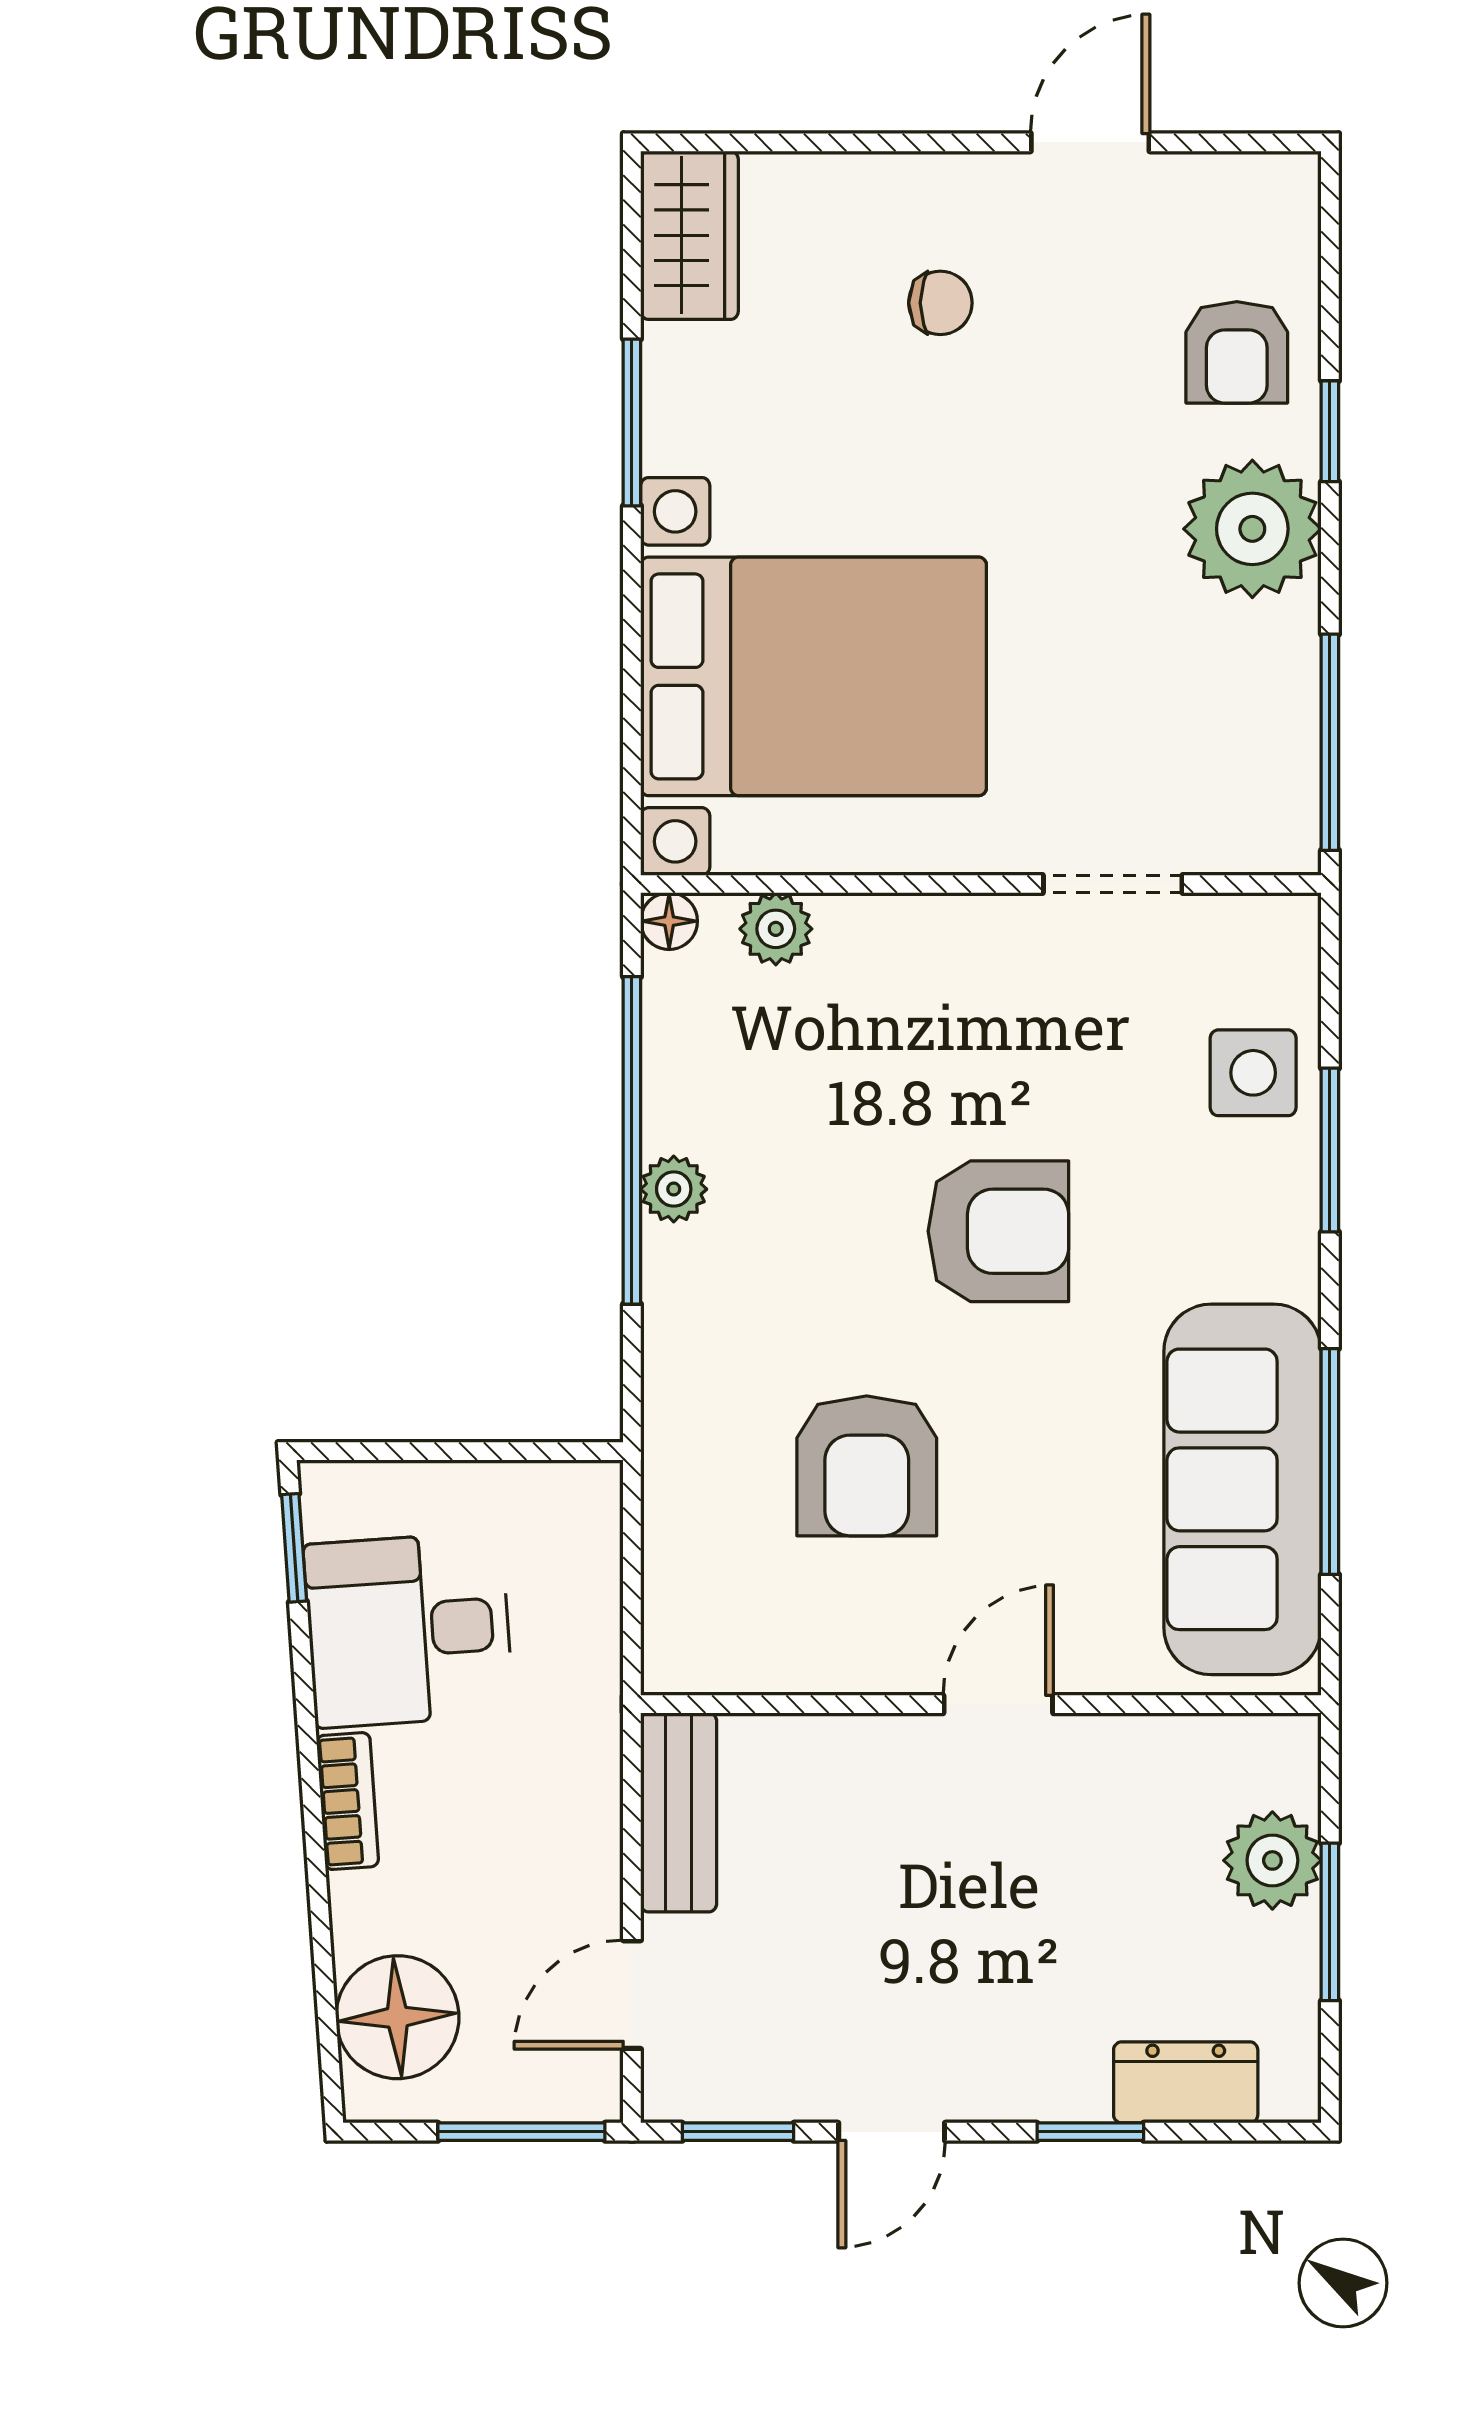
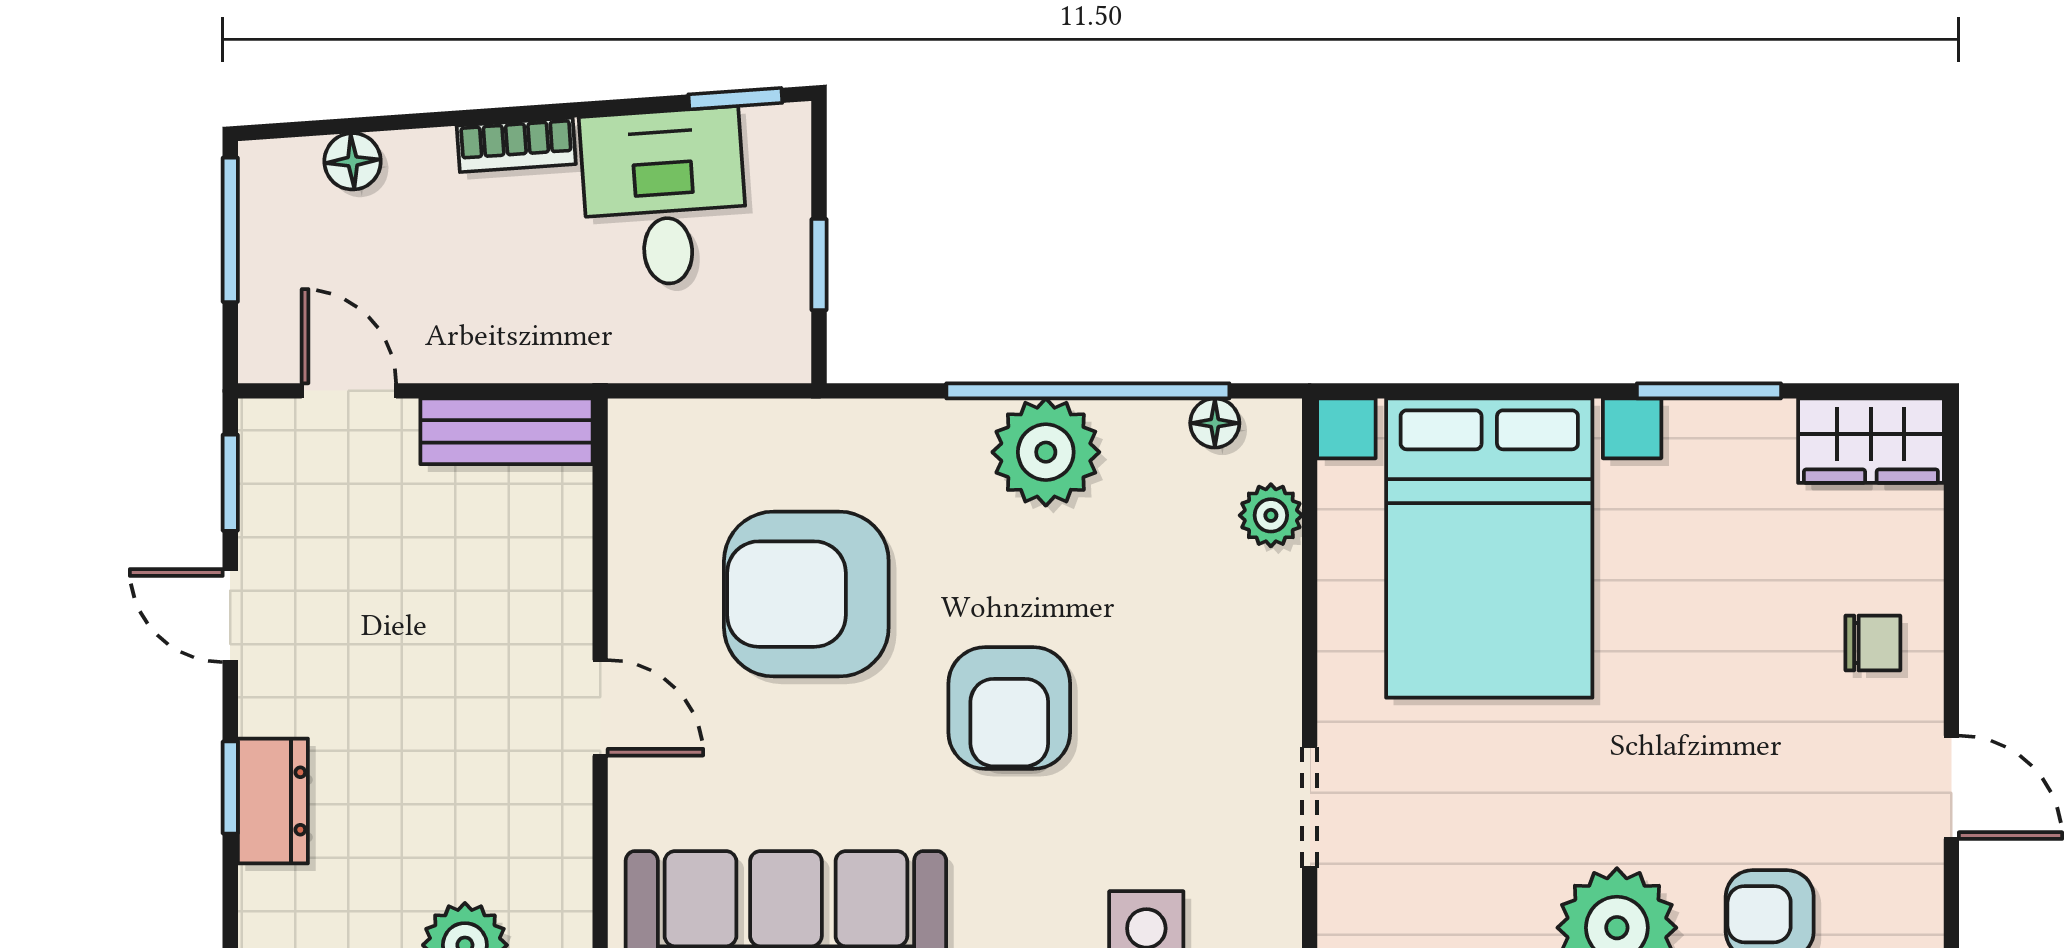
chair: (940, 303) -> (1873, 643), moved, turned -90
floor lamp: (669, 921) -> (1215, 423), moved
plant: (674, 1189) -> (1046, 452), width x1.88, depth x1.88
window: (486, 1451) -> (819, 265), added
armchair: (867, 1466) -> (806, 594), width x1.36, depth x1.36
floor lamp: (397, 2017) -> (353, 161), width x0.53, depth x0.53
dresser: (1186, 2082) -> (273, 801), moved
window: (521, 2132) -> (230, 230), moved

